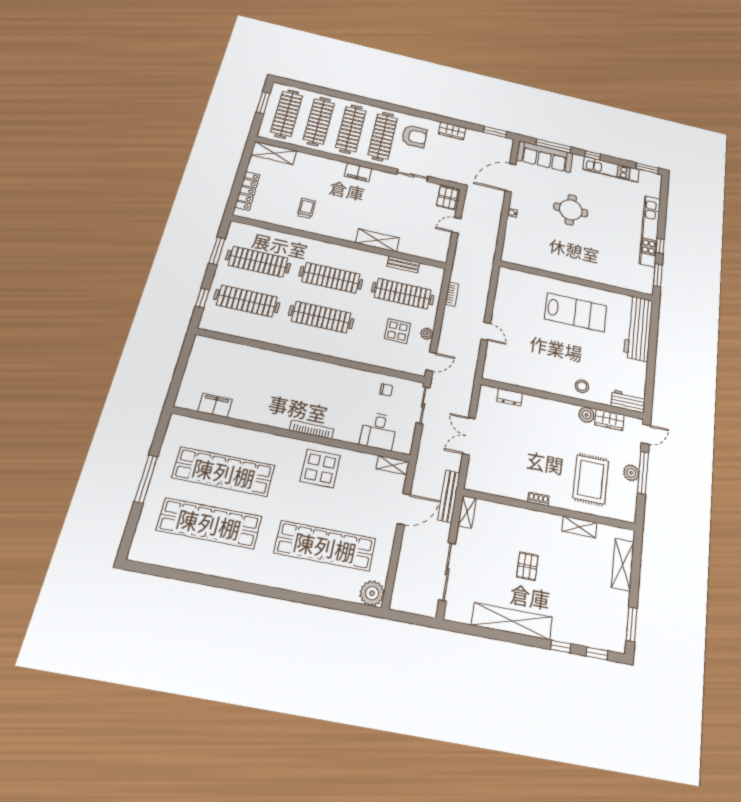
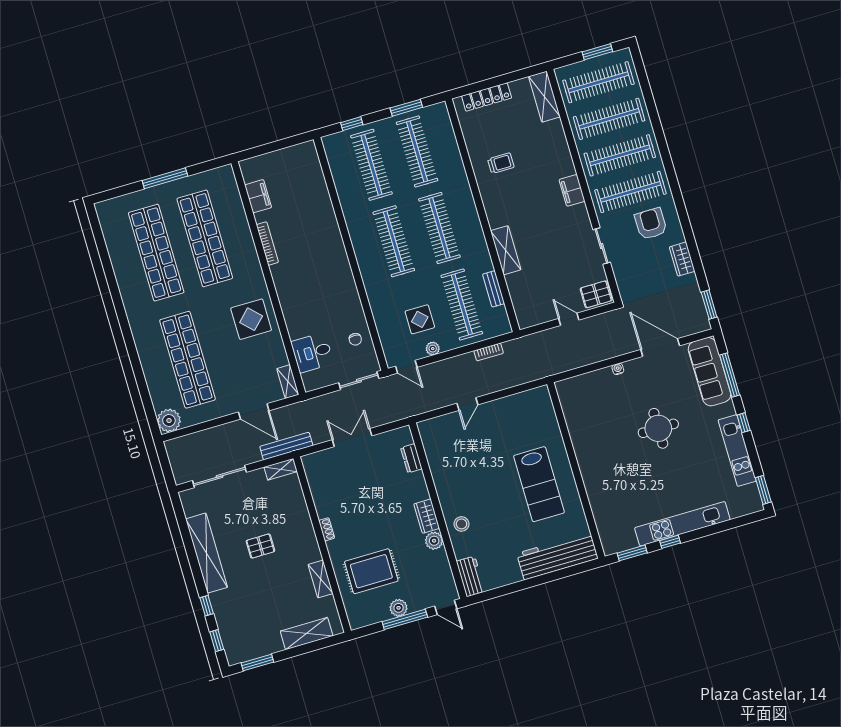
armchair: (414, 136) -> (651, 224), turned 180
wardrobe: (609, 420) -> (427, 516), moved
bookcase: (312, 430) -> (267, 243), moved

